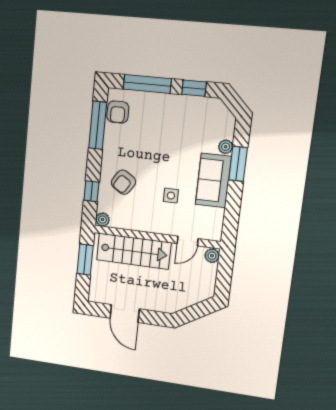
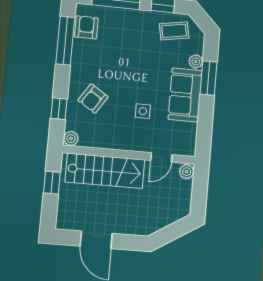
armchair: (118, 112) -> (86, 27), turned 180
coffee table: (205, 115) -> (174, 31), added
window: (85, 260) -> (52, 183), width x0.67

